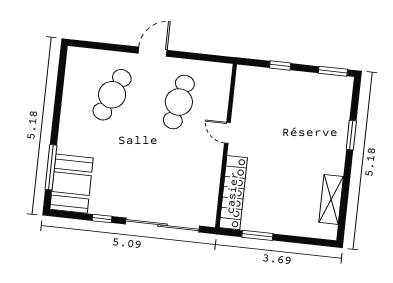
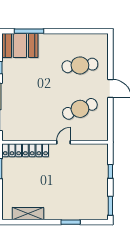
cafe table: (112, 95) -> (80, 65), turned -30
cafe table: (179, 102) -> (80, 109), turned -33

